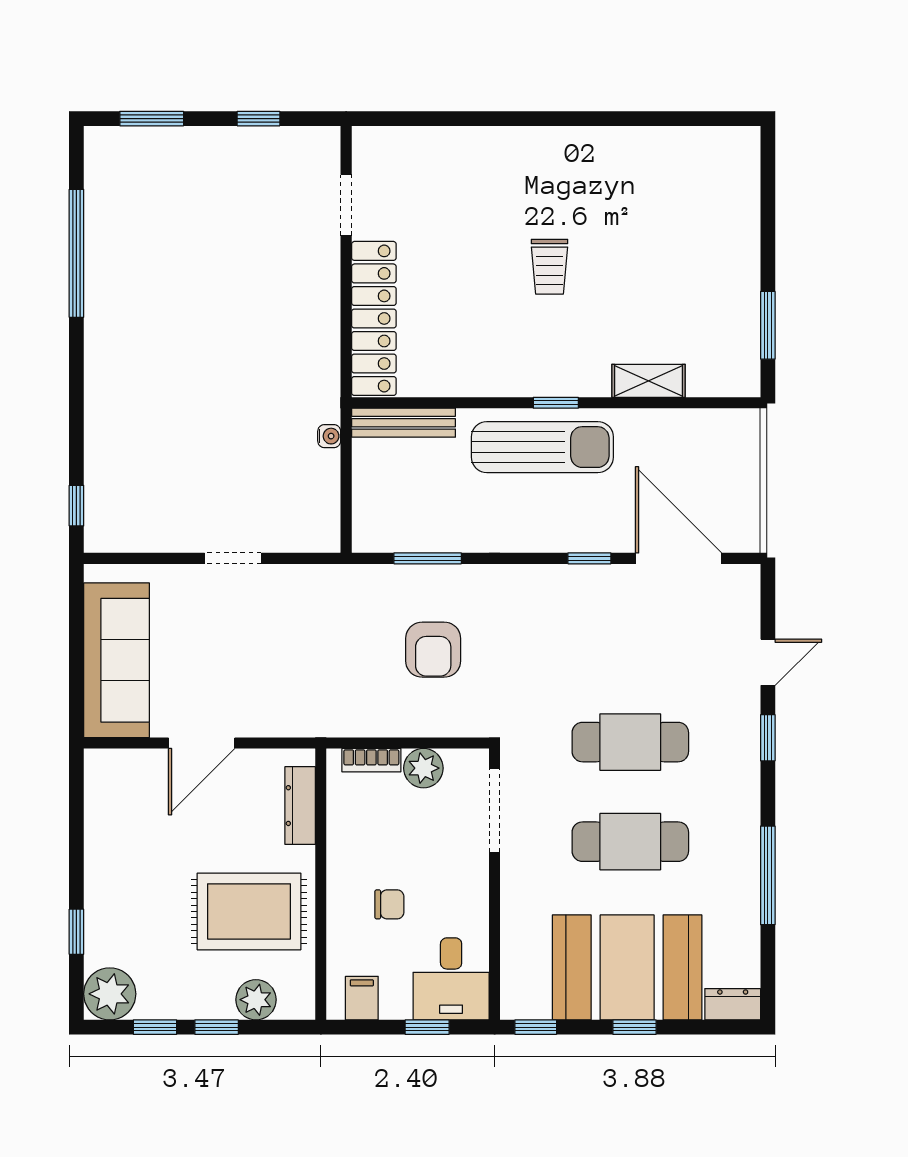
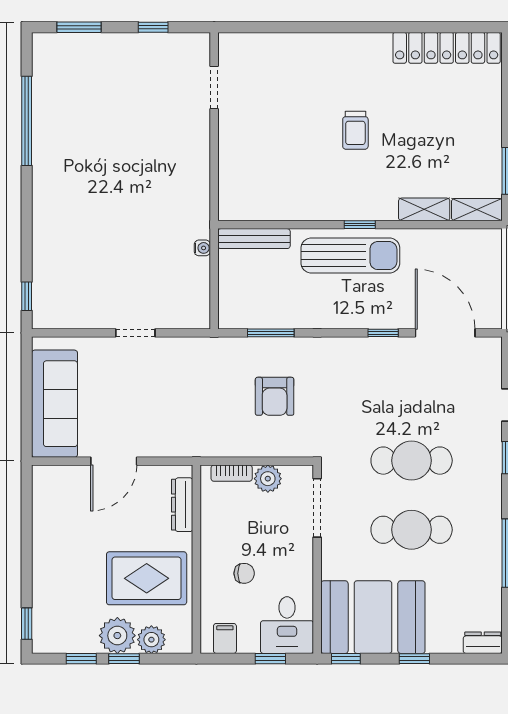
locker: (374, 318) -> (447, 48), moved, turned 90
shelving: (724, 381) -> (477, 210), added
window: (76, 932) -> (27, 624), moved
booth: (627, 967) -> (373, 617), moved
plant: (110, 994) -> (117, 636), moved

